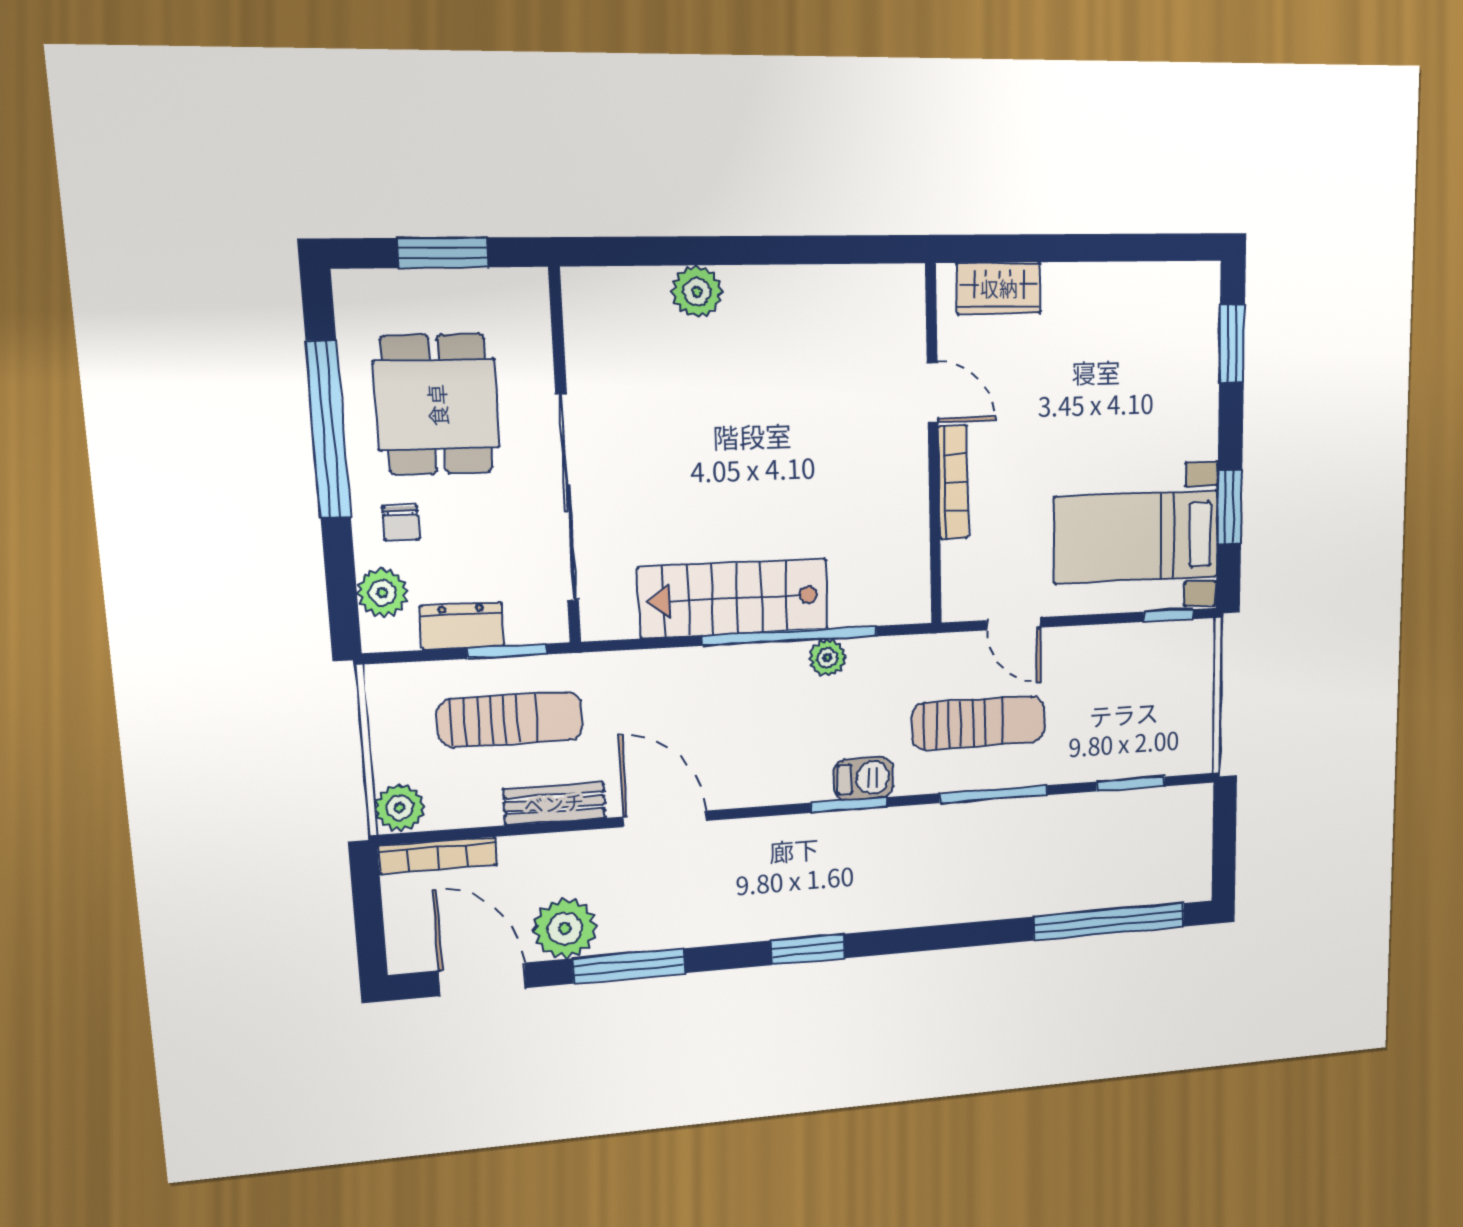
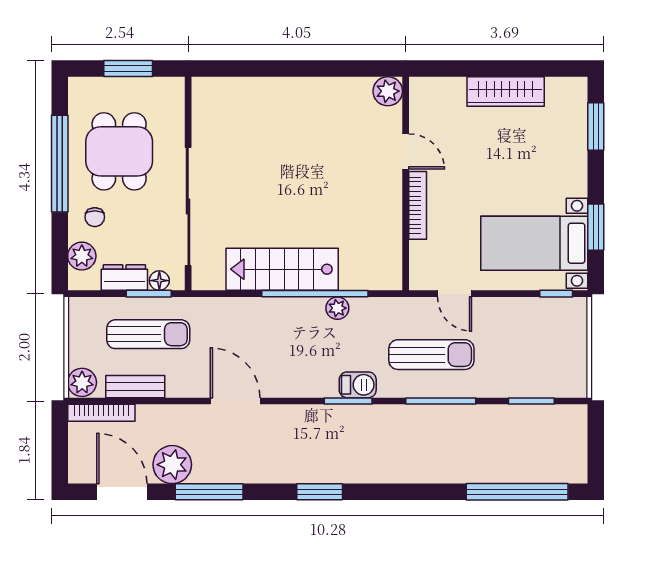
wardrobe: (999, 288) -> (506, 92), moved, width x1.50
plant: (697, 292) -> (388, 91), moved
floor lamp: (524, 628) -> (159, 281), added
bench: (554, 803) -> (135, 387), moved

